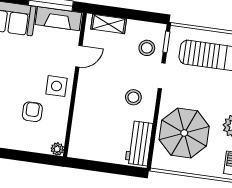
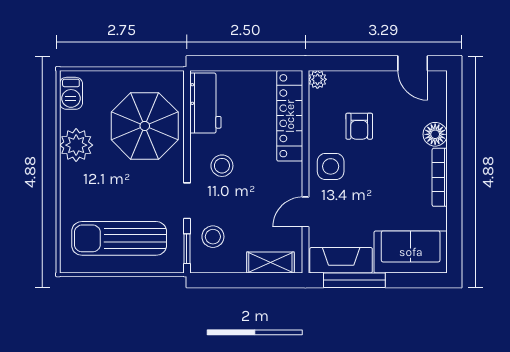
locker: (80, 126) -> (290, 116), added

